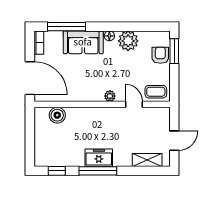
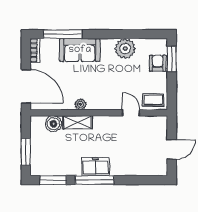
floor lamp: (109, 36) -> (106, 43), removed
plant: (110, 96) -> (80, 104), moved
window: (30, 143) -> (26, 152), added
shelving: (147, 160) -> (77, 122), moved
window: (57, 171) -> (53, 180), width x1.50

